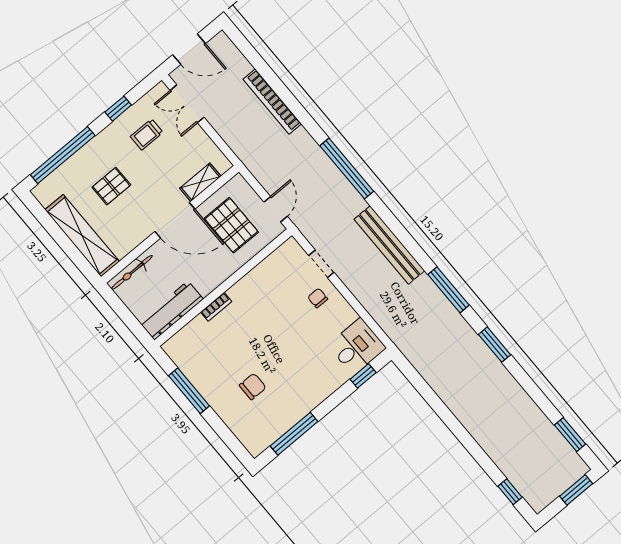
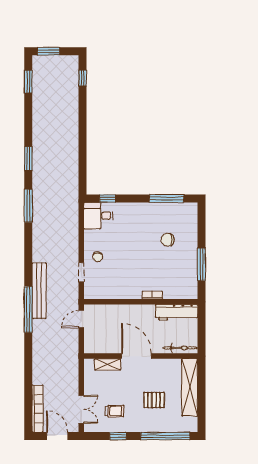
bookcase: (272, 101) -> (38, 409), moved
pallet: (231, 225) -> (110, 330), removed
bench: (389, 245) -> (39, 291), moved

